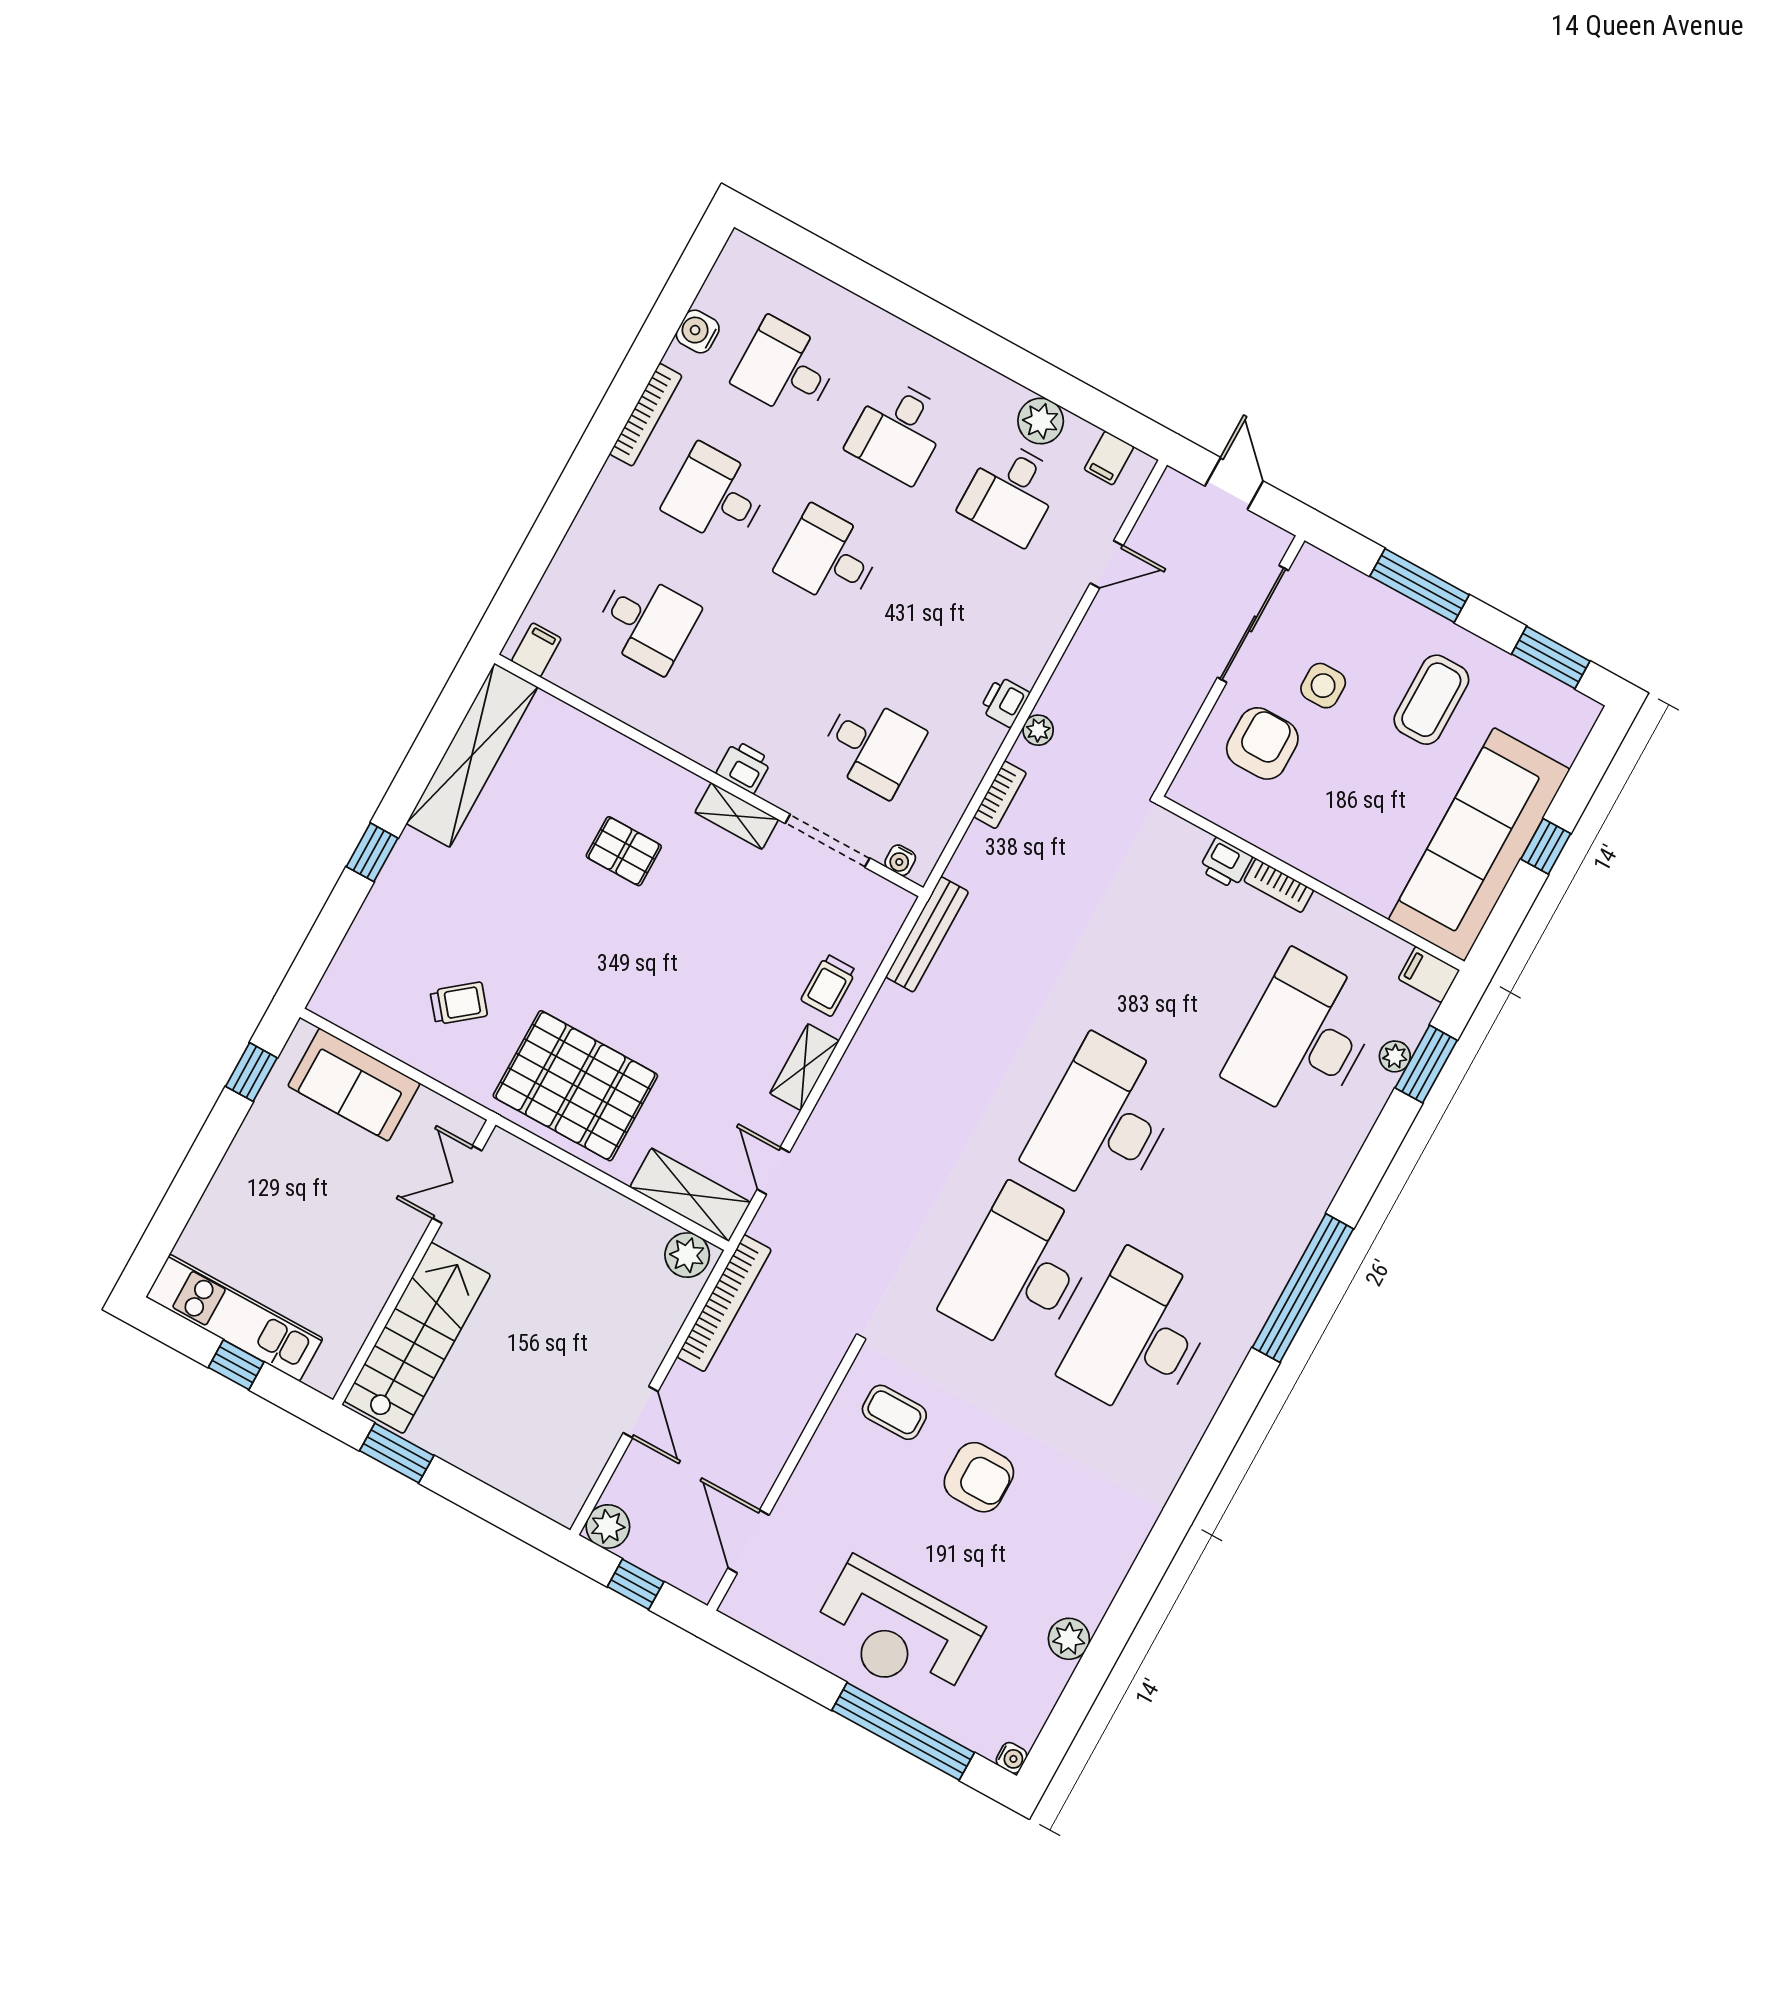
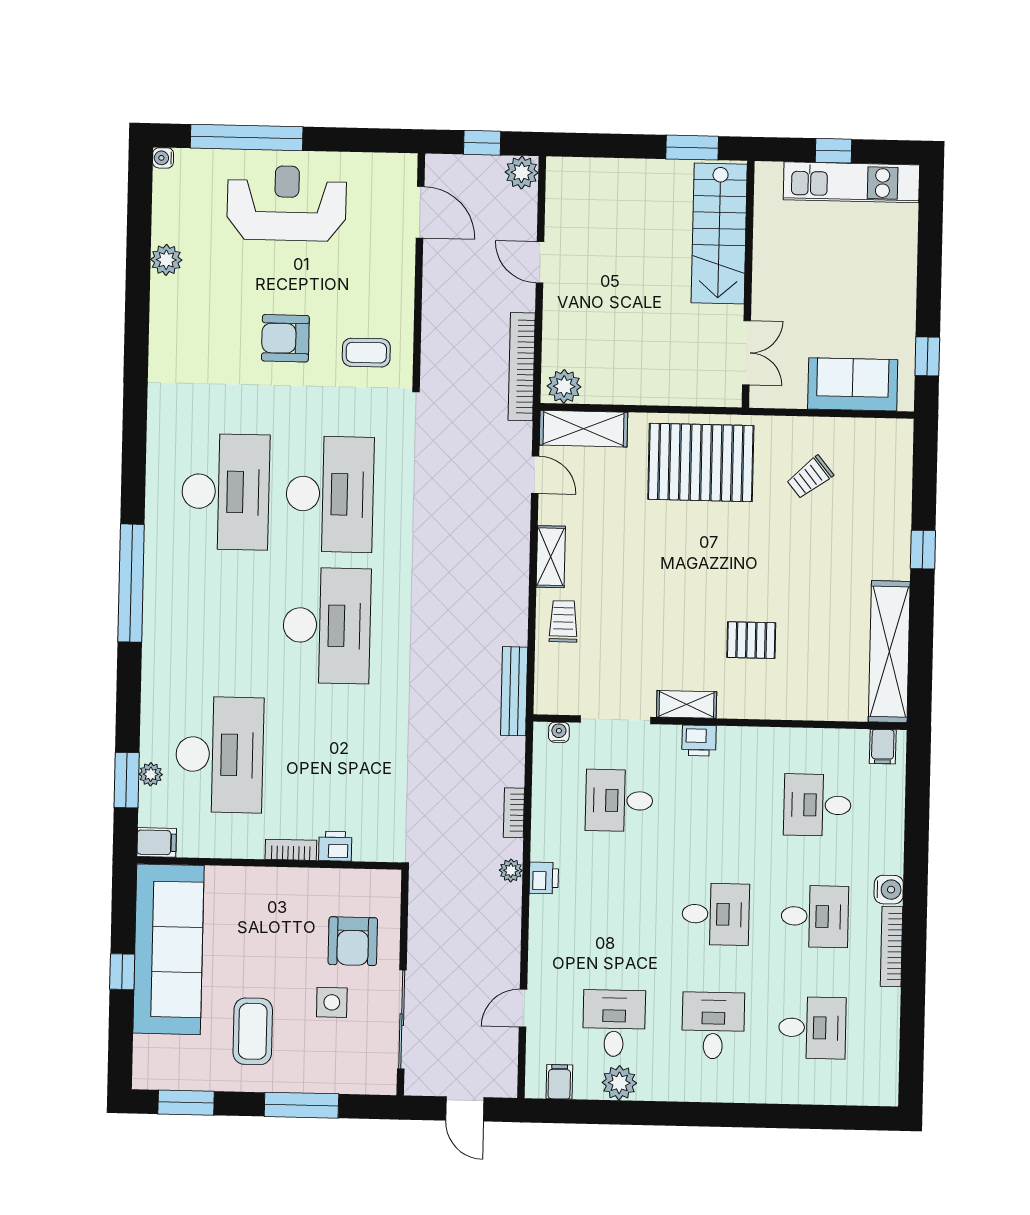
water cooler: (698, 331) -> (889, 890), moved

